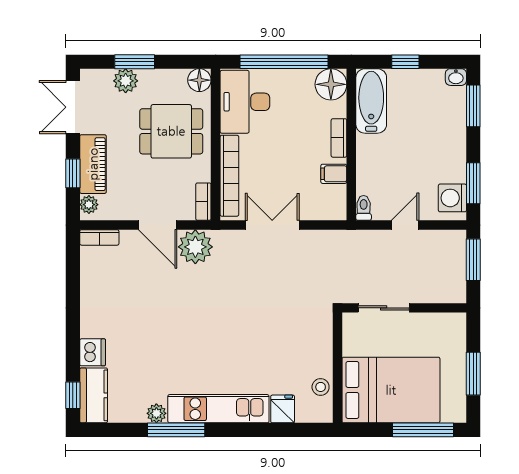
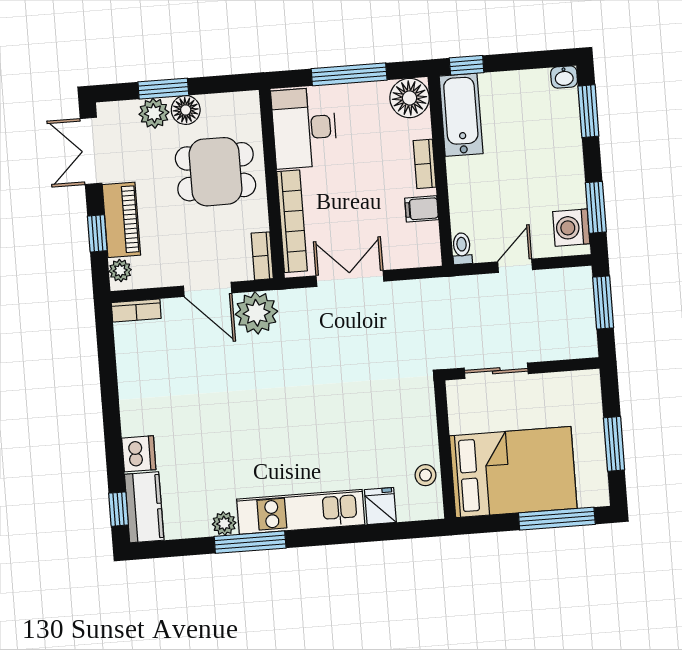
window: (284, 62) -> (349, 74), width x0.68
window: (405, 62) -> (467, 65), moved
floor lamp: (199, 80) -> (186, 110), moved

